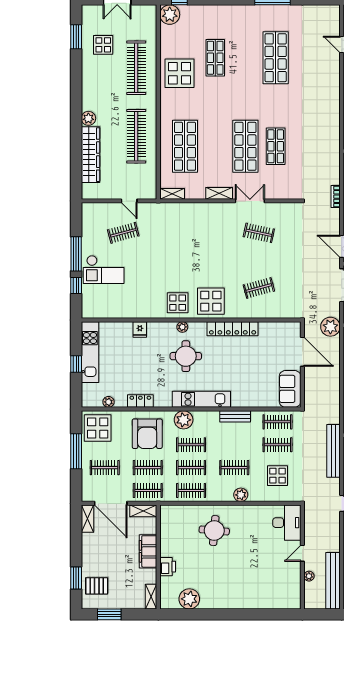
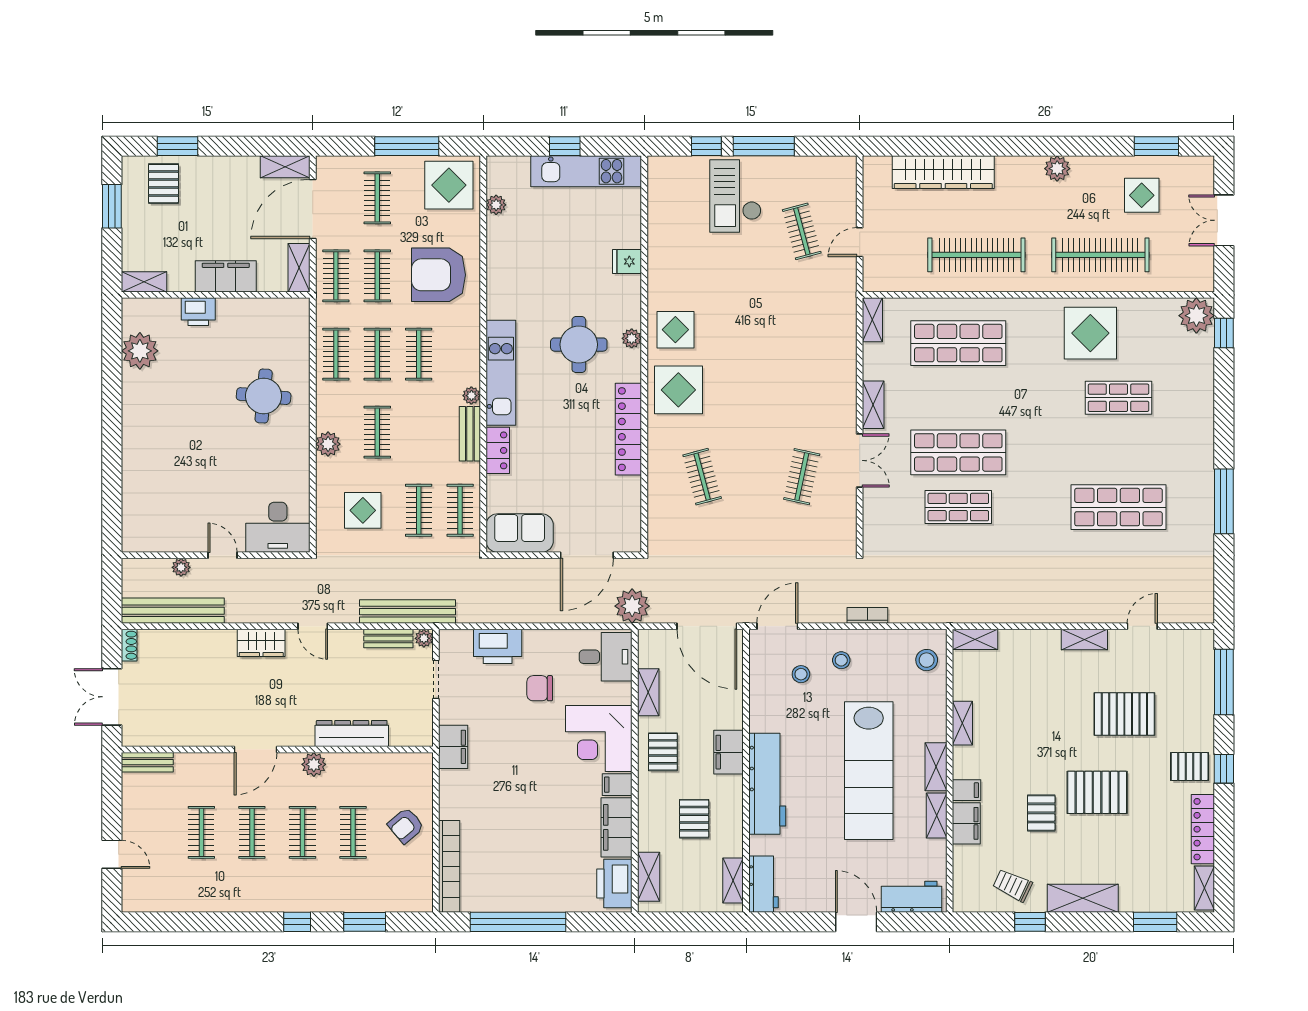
plant: (88, 118) -> (1057, 169), moved
locker: (140, 401) -> (498, 450), moved
plant: (184, 420) -> (471, 396), moved, width x0.53, depth x0.53

